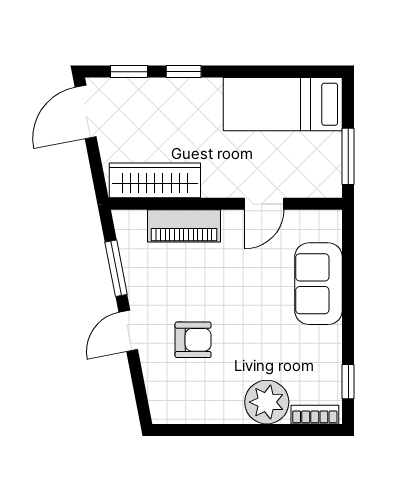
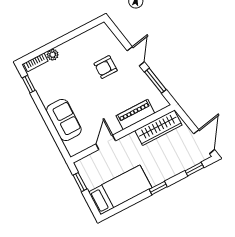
window: (184, 72) -> (158, 188), moved
window: (348, 156) -> (80, 182), width x0.67
plant: (267, 402) -> (53, 55), width x0.53, depth x0.53

